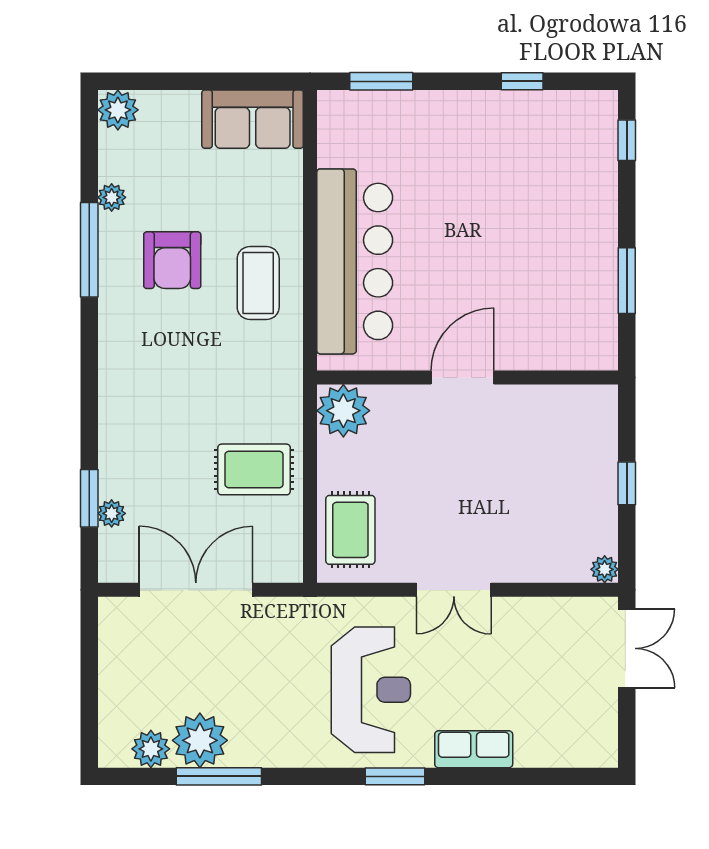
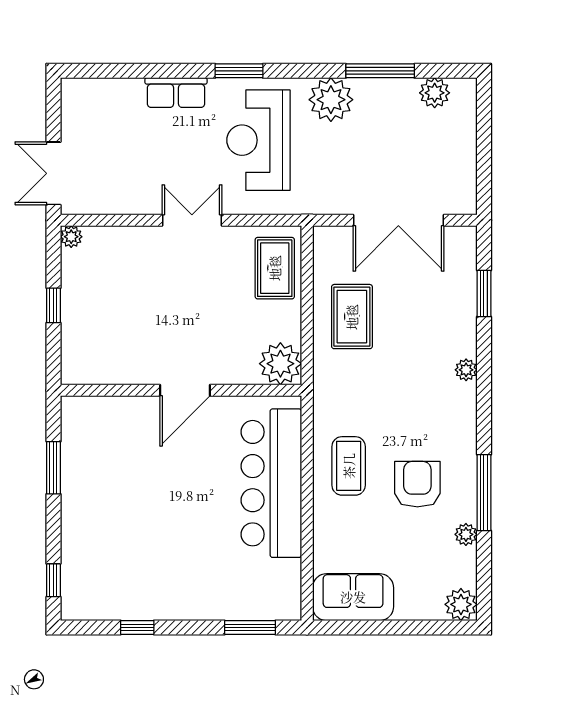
rug: (254, 469) -> (352, 317), turned 90
plant: (112, 513) -> (466, 370), moved
plant: (200, 740) -> (331, 100), moved

